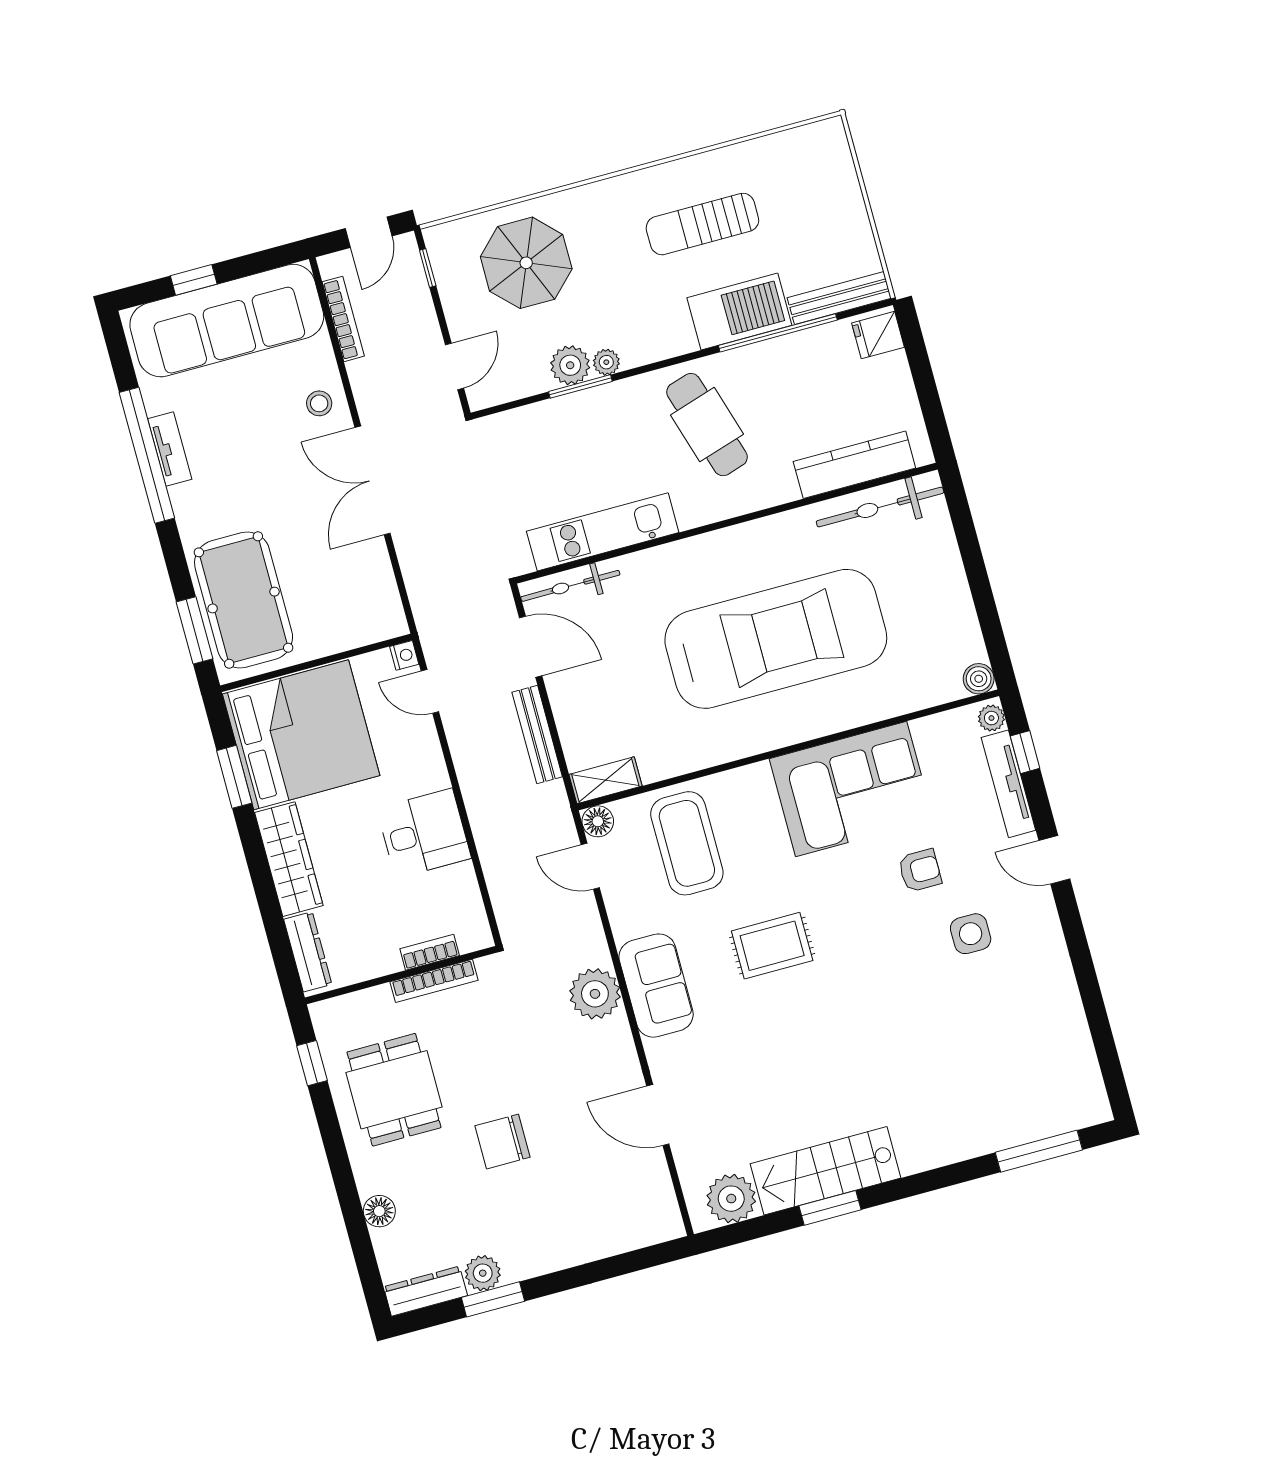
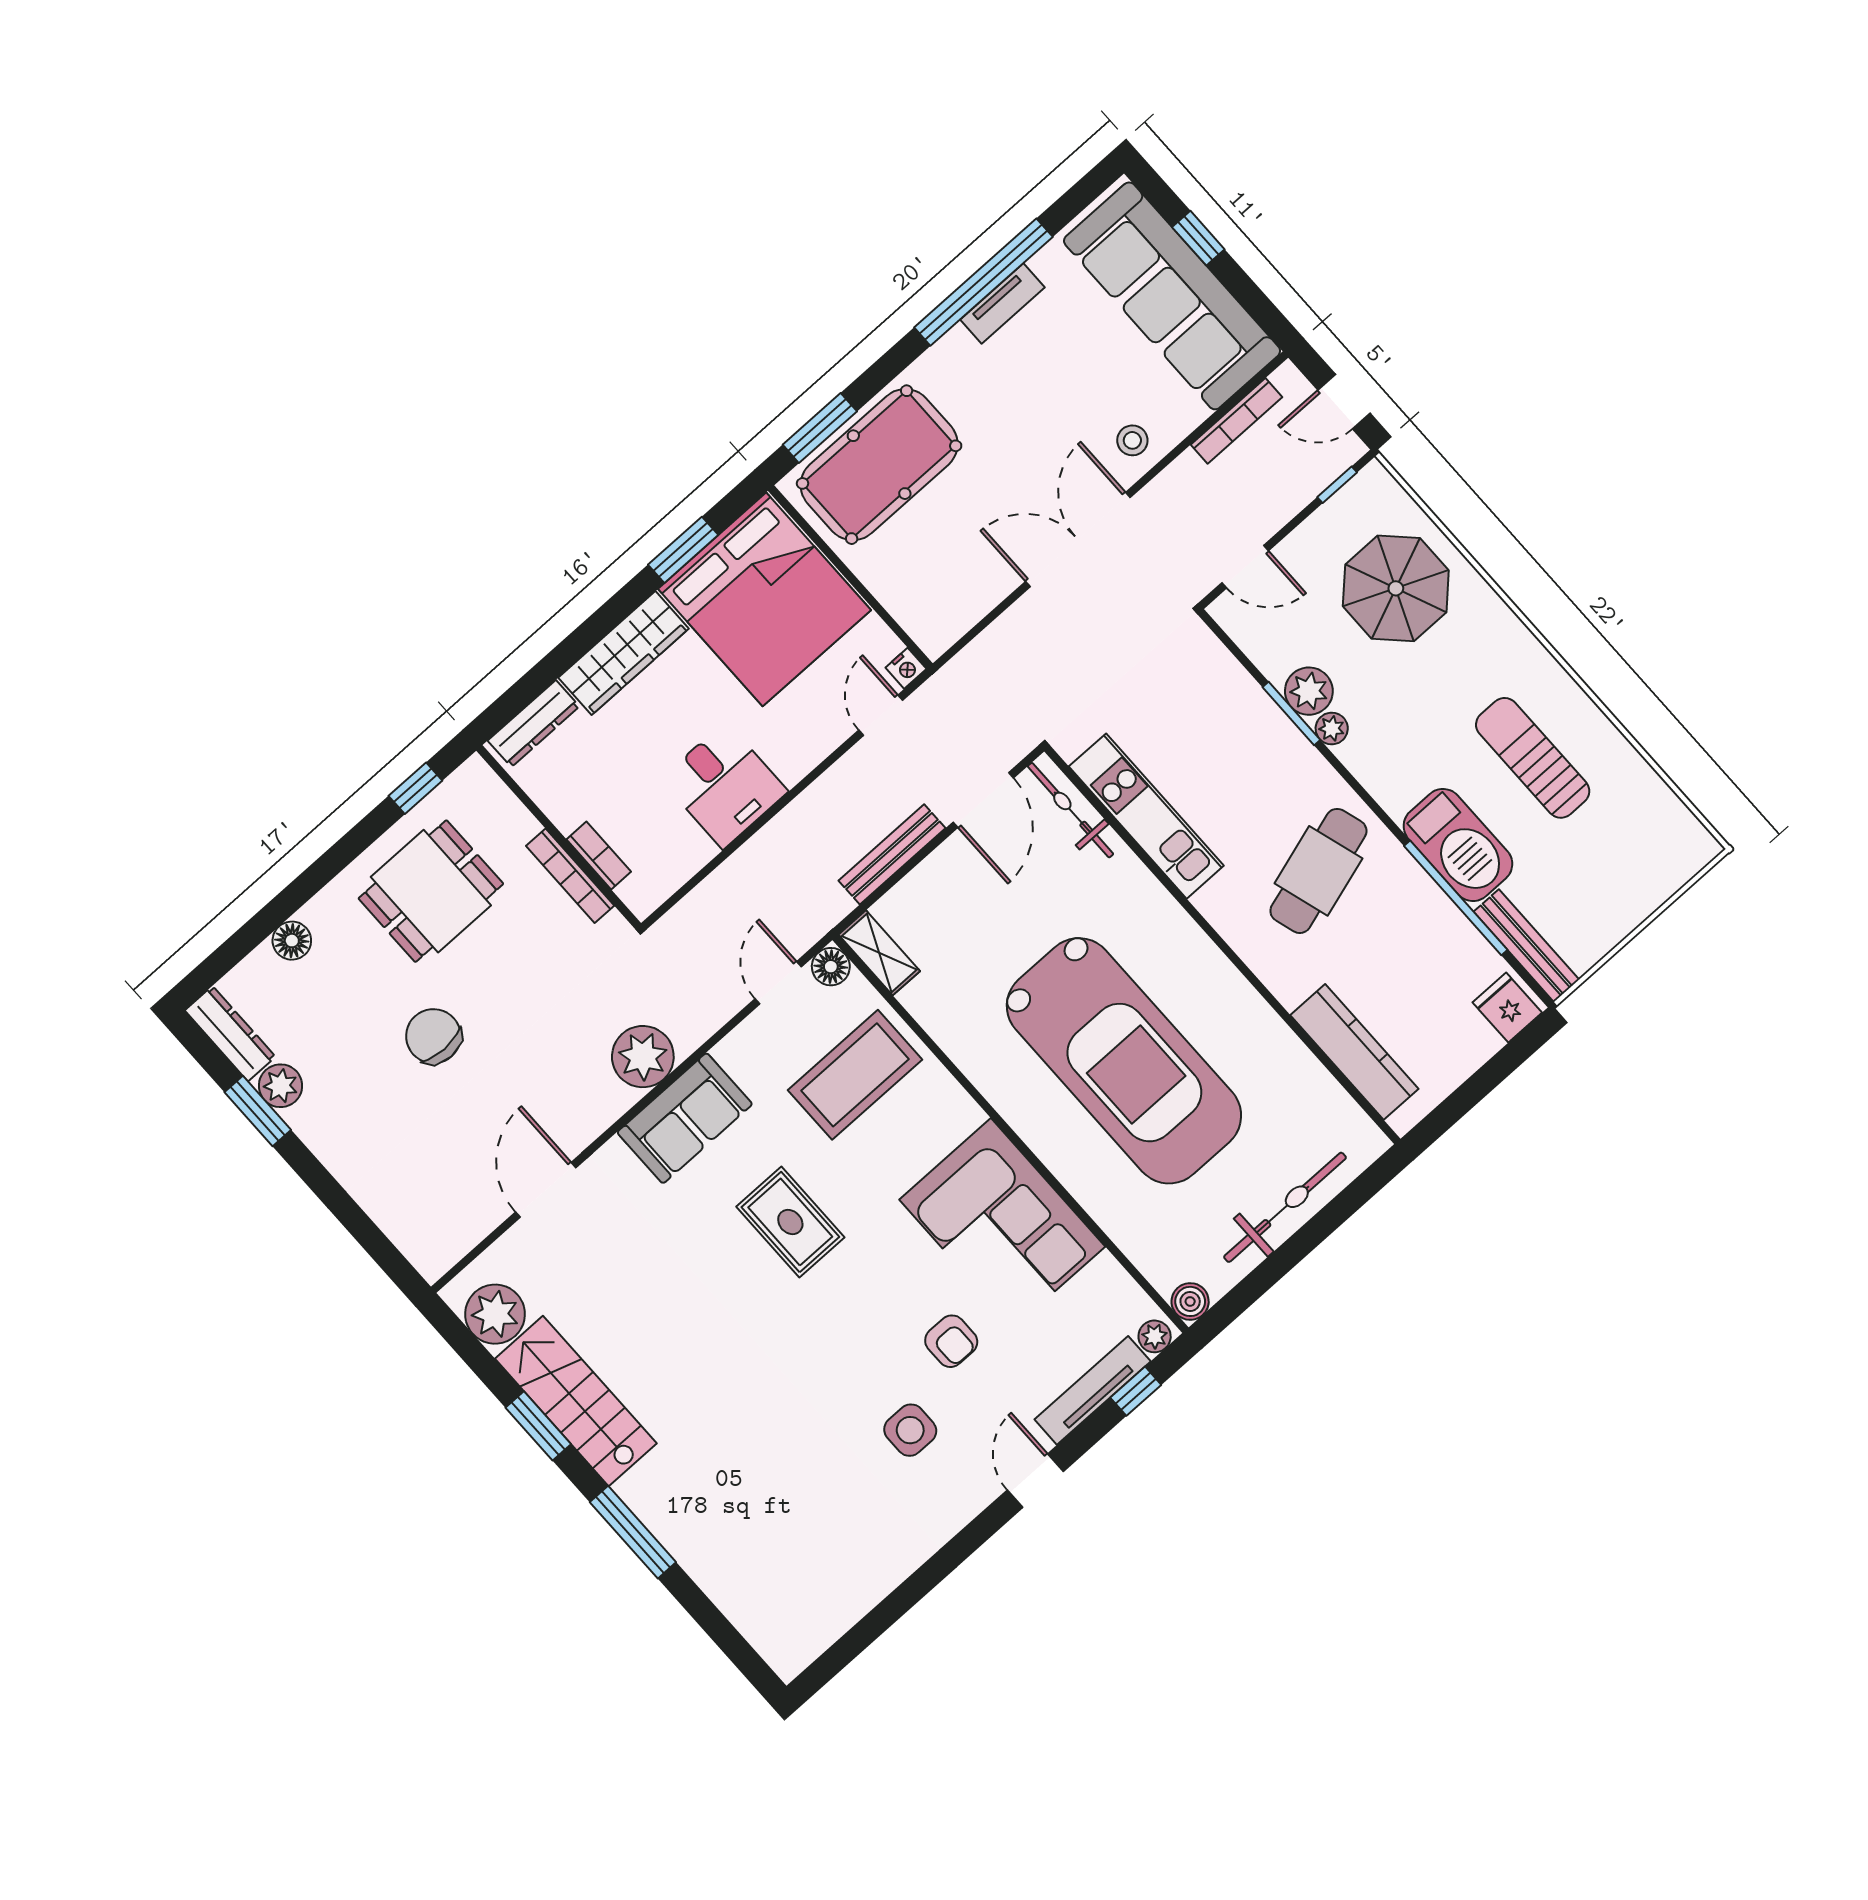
bicycle: (880, 507) -> (1285, 1207), moved, turned 90
window: (1039, 1151) -> (633, 1532), moved

